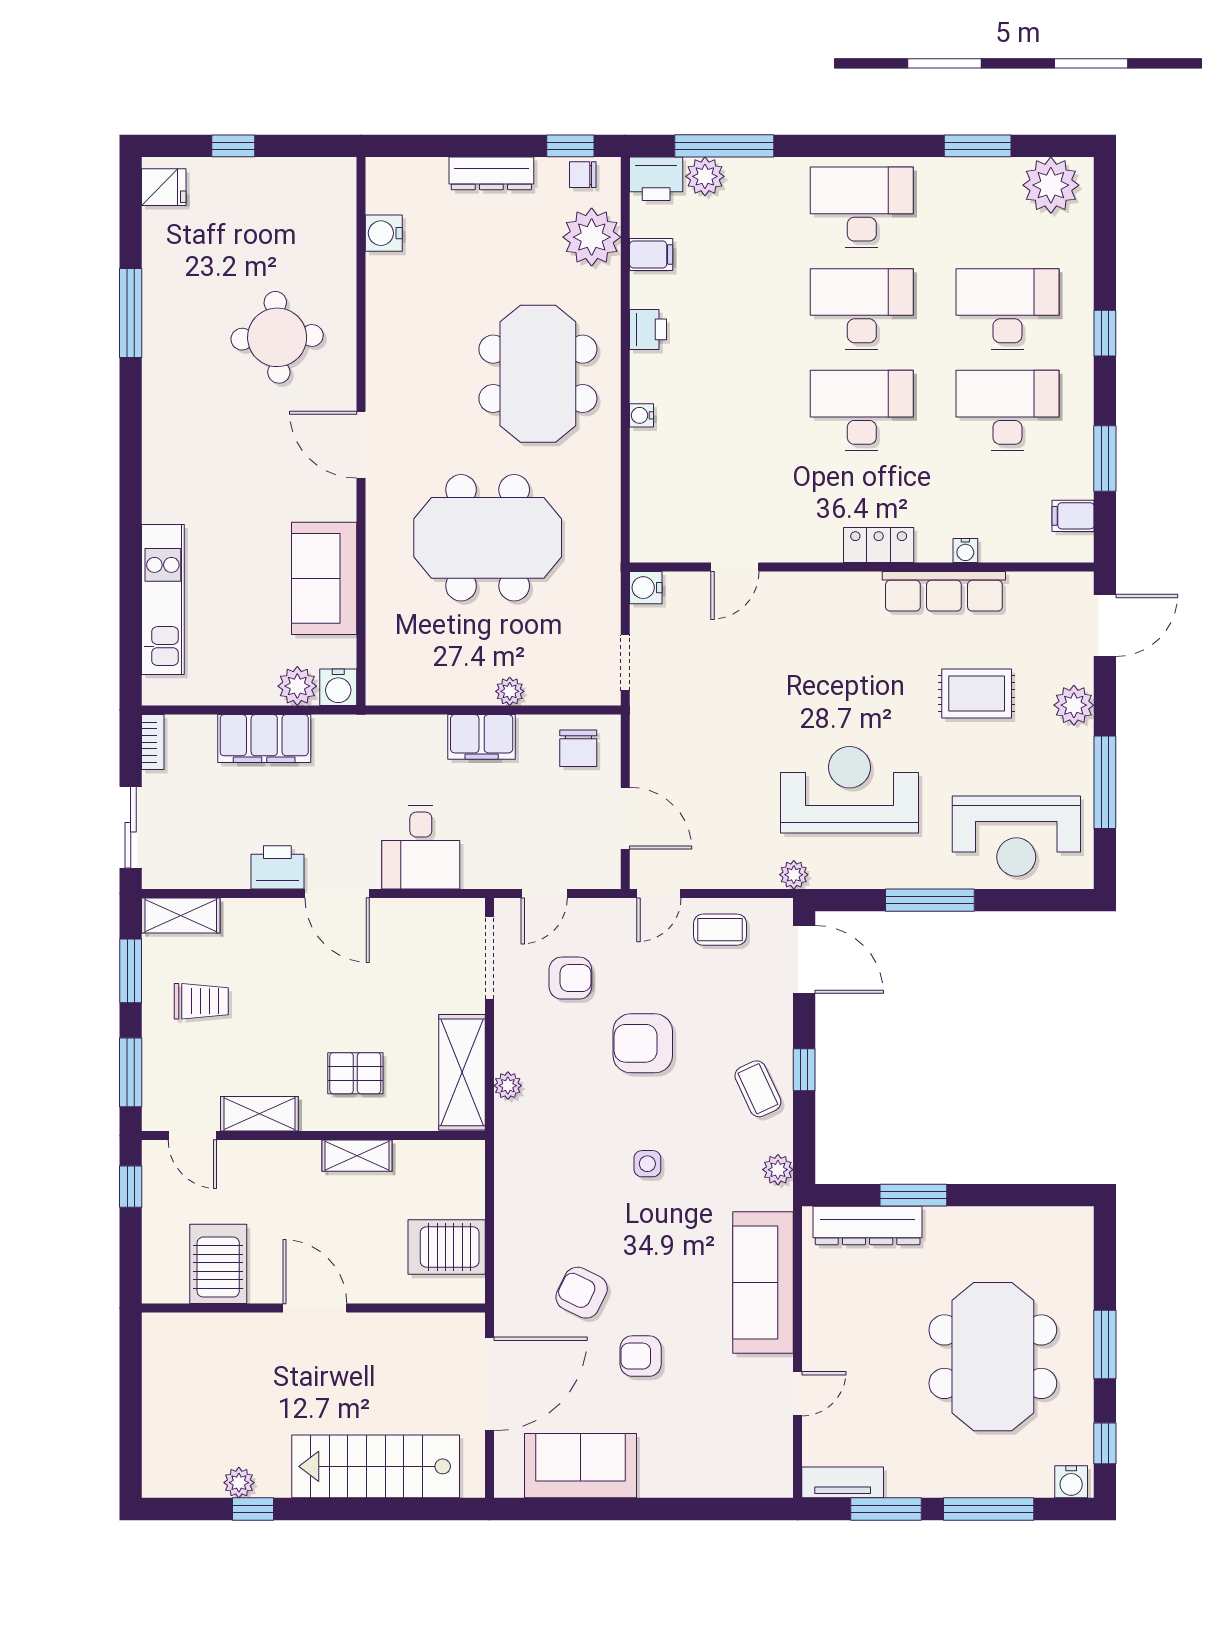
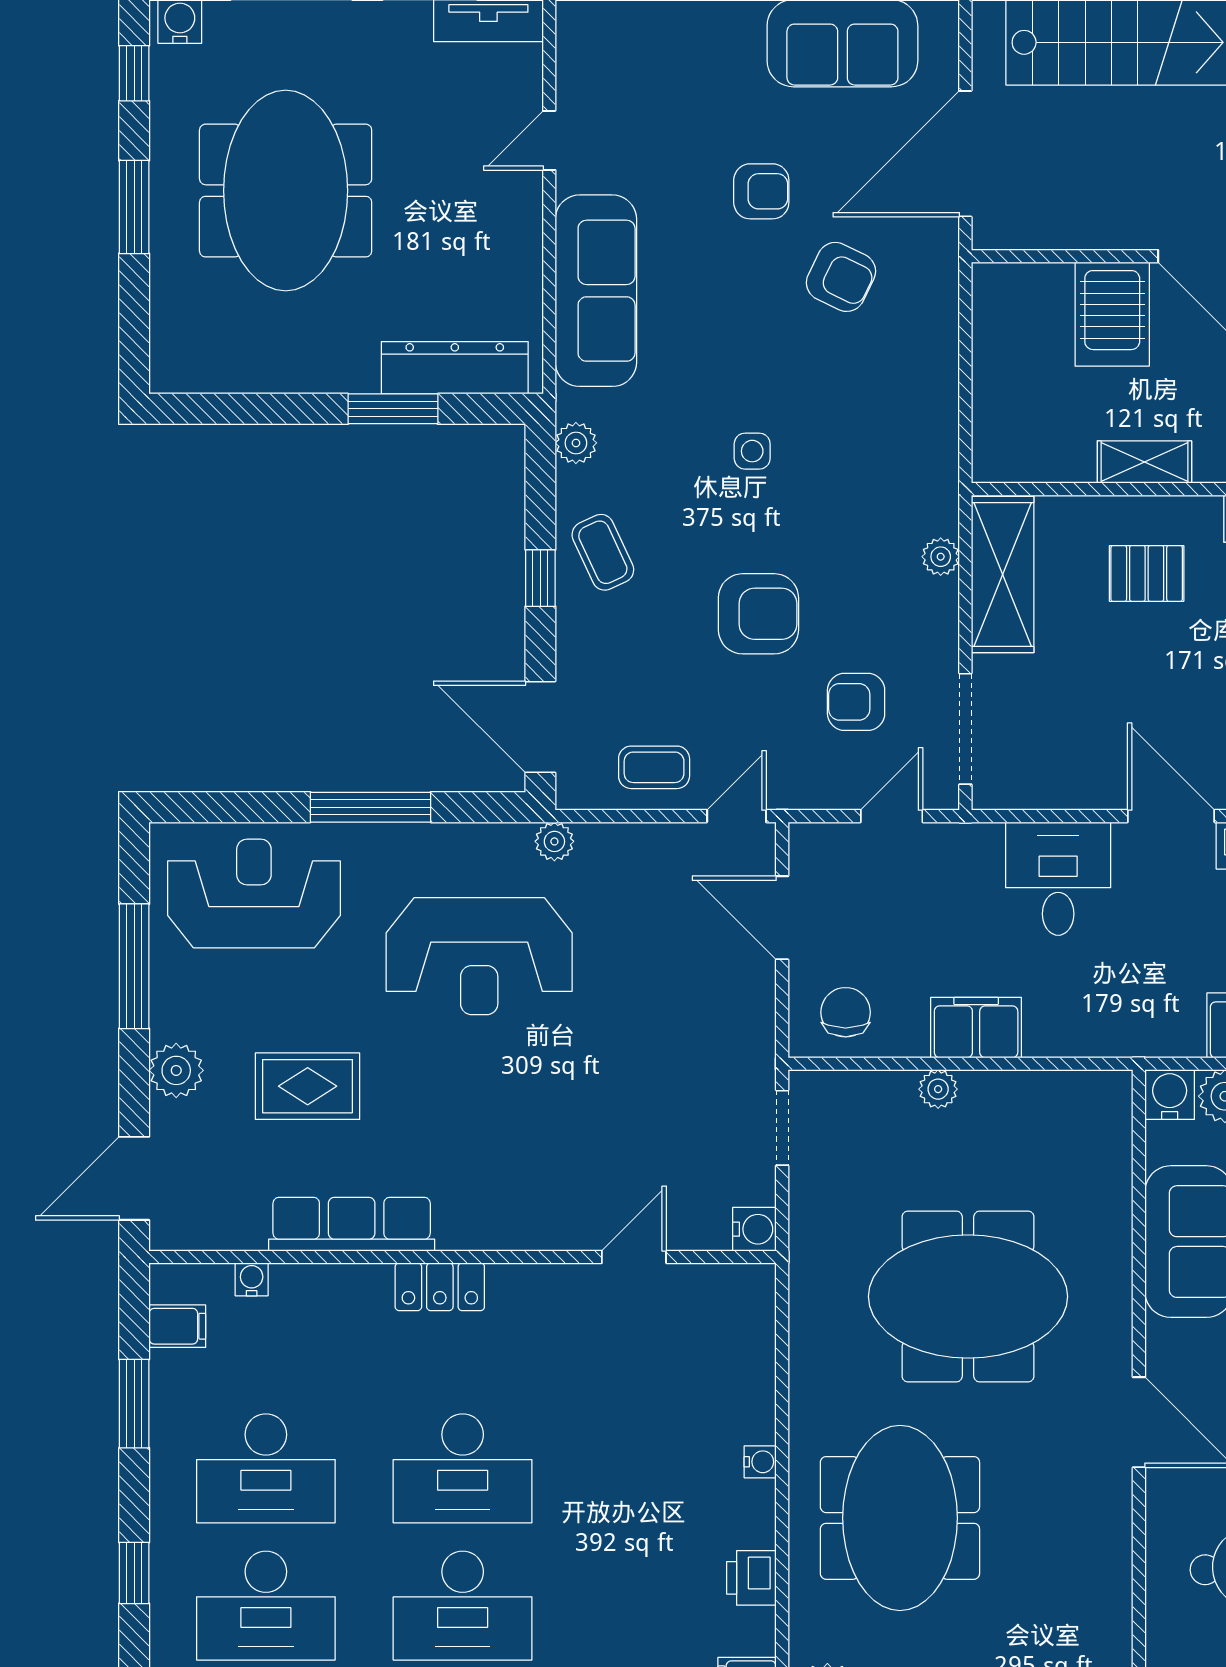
water cooler: (965, 550) -> (252, 1279), moved
server rack: (447, 1247) -> (1112, 314), moved, turned 90

